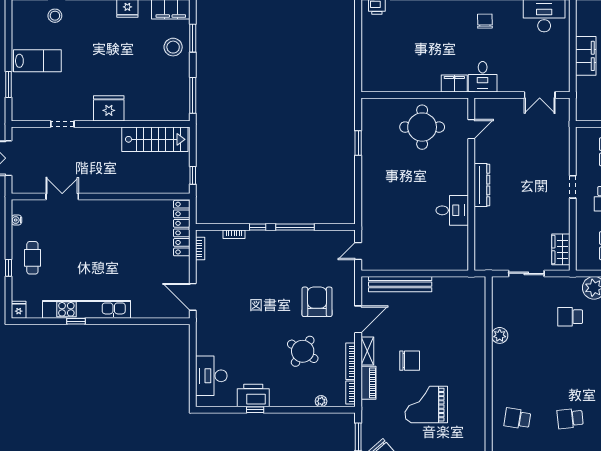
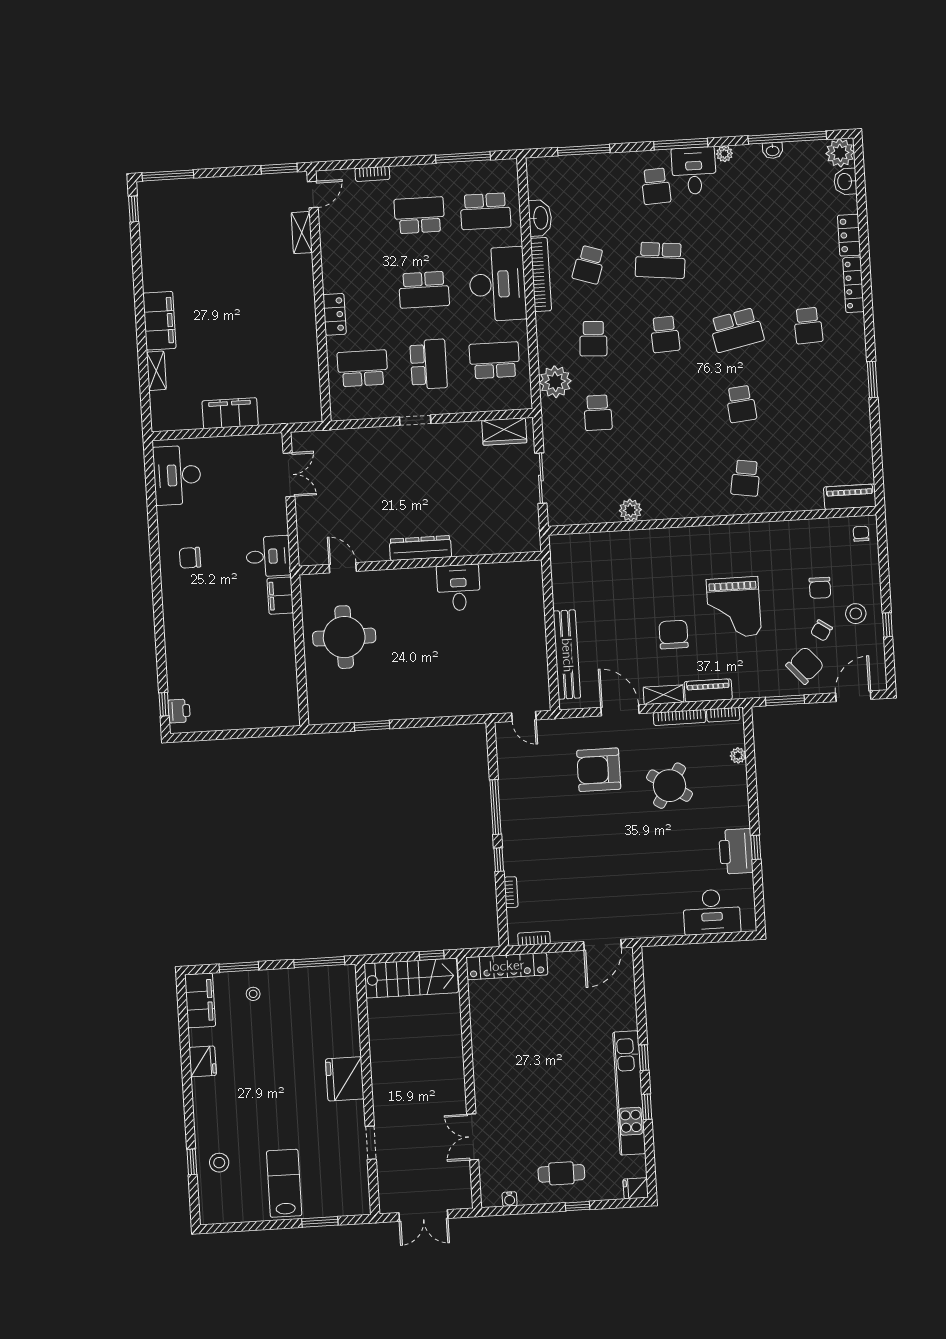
stool: (173, 47) -> (253, 994), width x0.53, depth x0.53
stairs: (155, 139) -> (411, 978), moved, turned 90
window: (111, 321) -> (644, 1058), added

